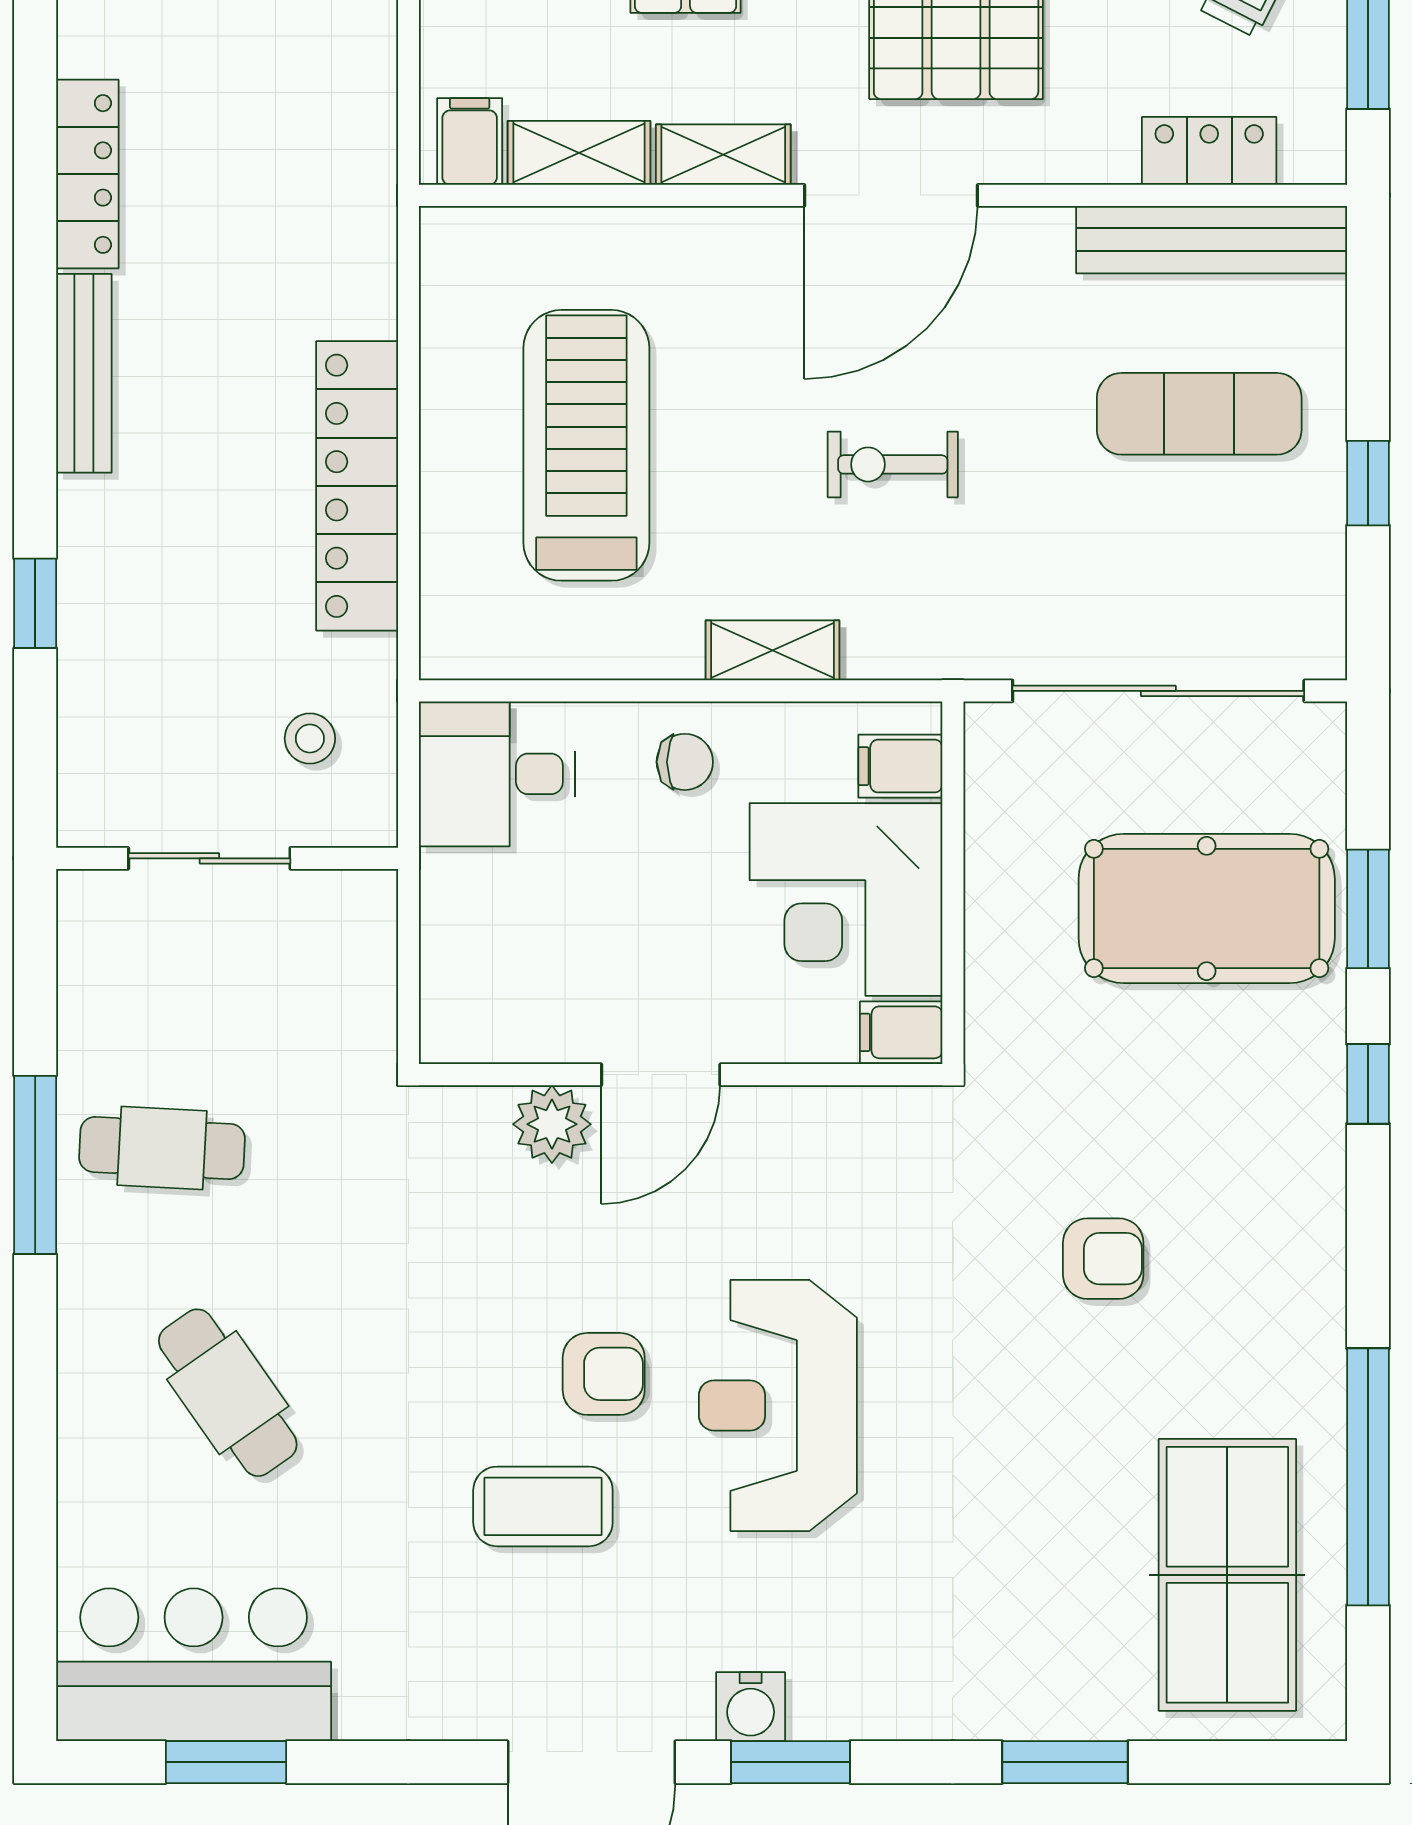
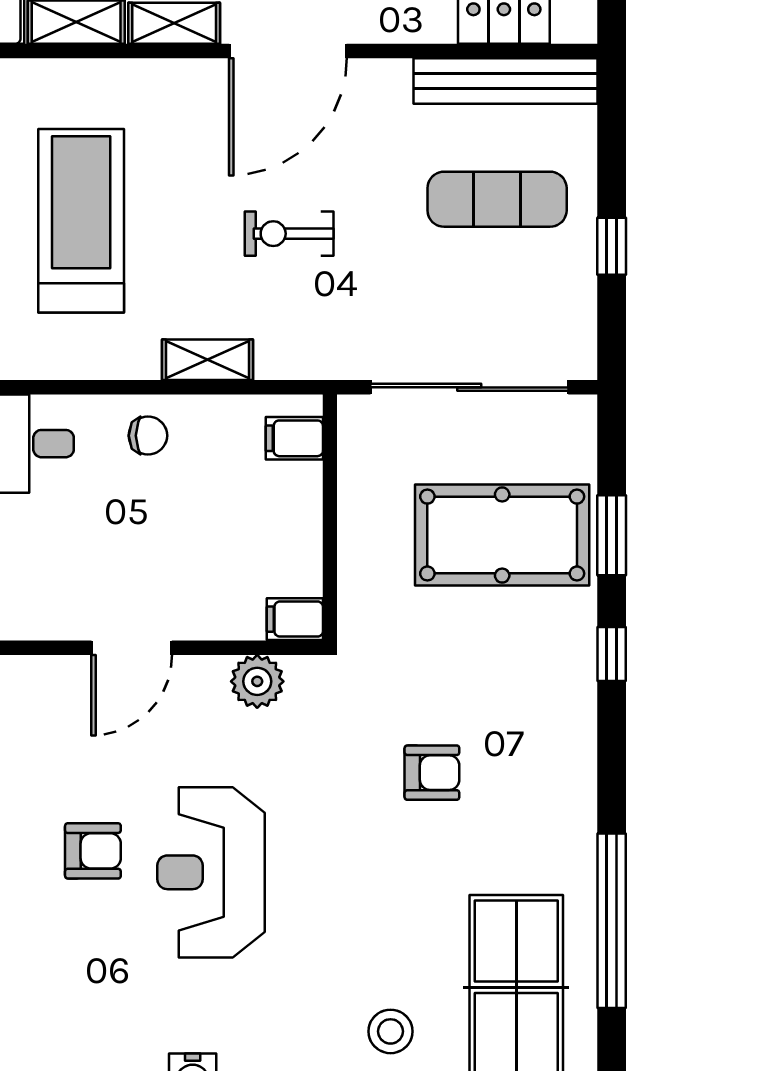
corner desk: (846, 899) -> (257, 529), removed
plant: (552, 1124) -> (257, 681), moved
coffee table: (543, 1506) -> (52, 941), removed
stool: (1042, 1640) -> (390, 1031), added

